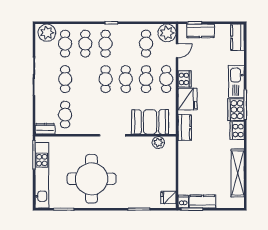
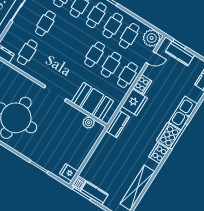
cafe table: (106, 79) -> (113, 26), moved

